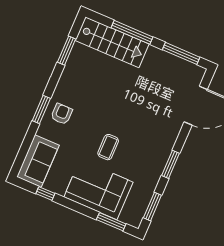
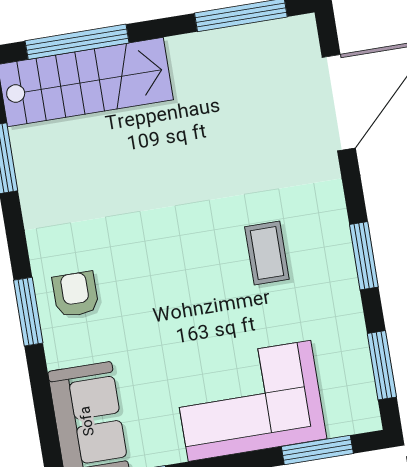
window: (132, 32) -> (77, 42), moved
coffee table: (108, 147) -> (267, 253), moved

